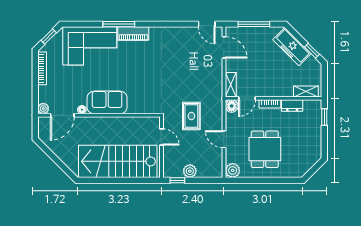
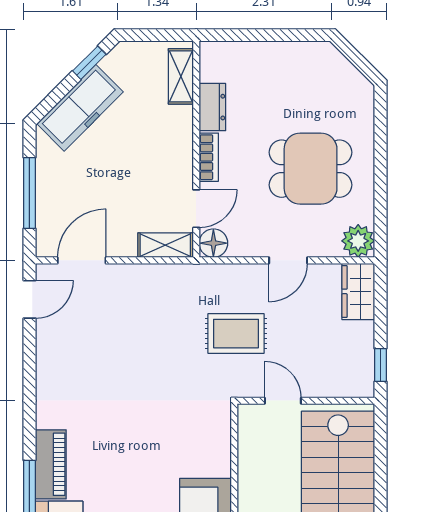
door: (247, 98) -> (196, 209), hinge flipped
window: (324, 117) -> (238, 35), removed
door: (161, 137) -> (283, 401), hinge flipped
wardrobe: (210, 170) -> (358, 291), added
plant: (190, 171) -> (360, 337), removed

